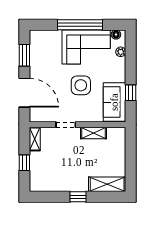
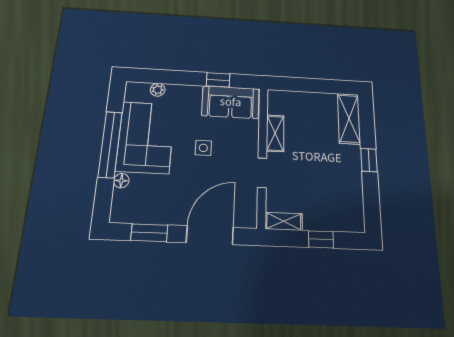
floor lamp: (116, 34) -> (121, 181), moved
side table: (81, 85) -> (203, 148), width x0.54, depth x0.54

